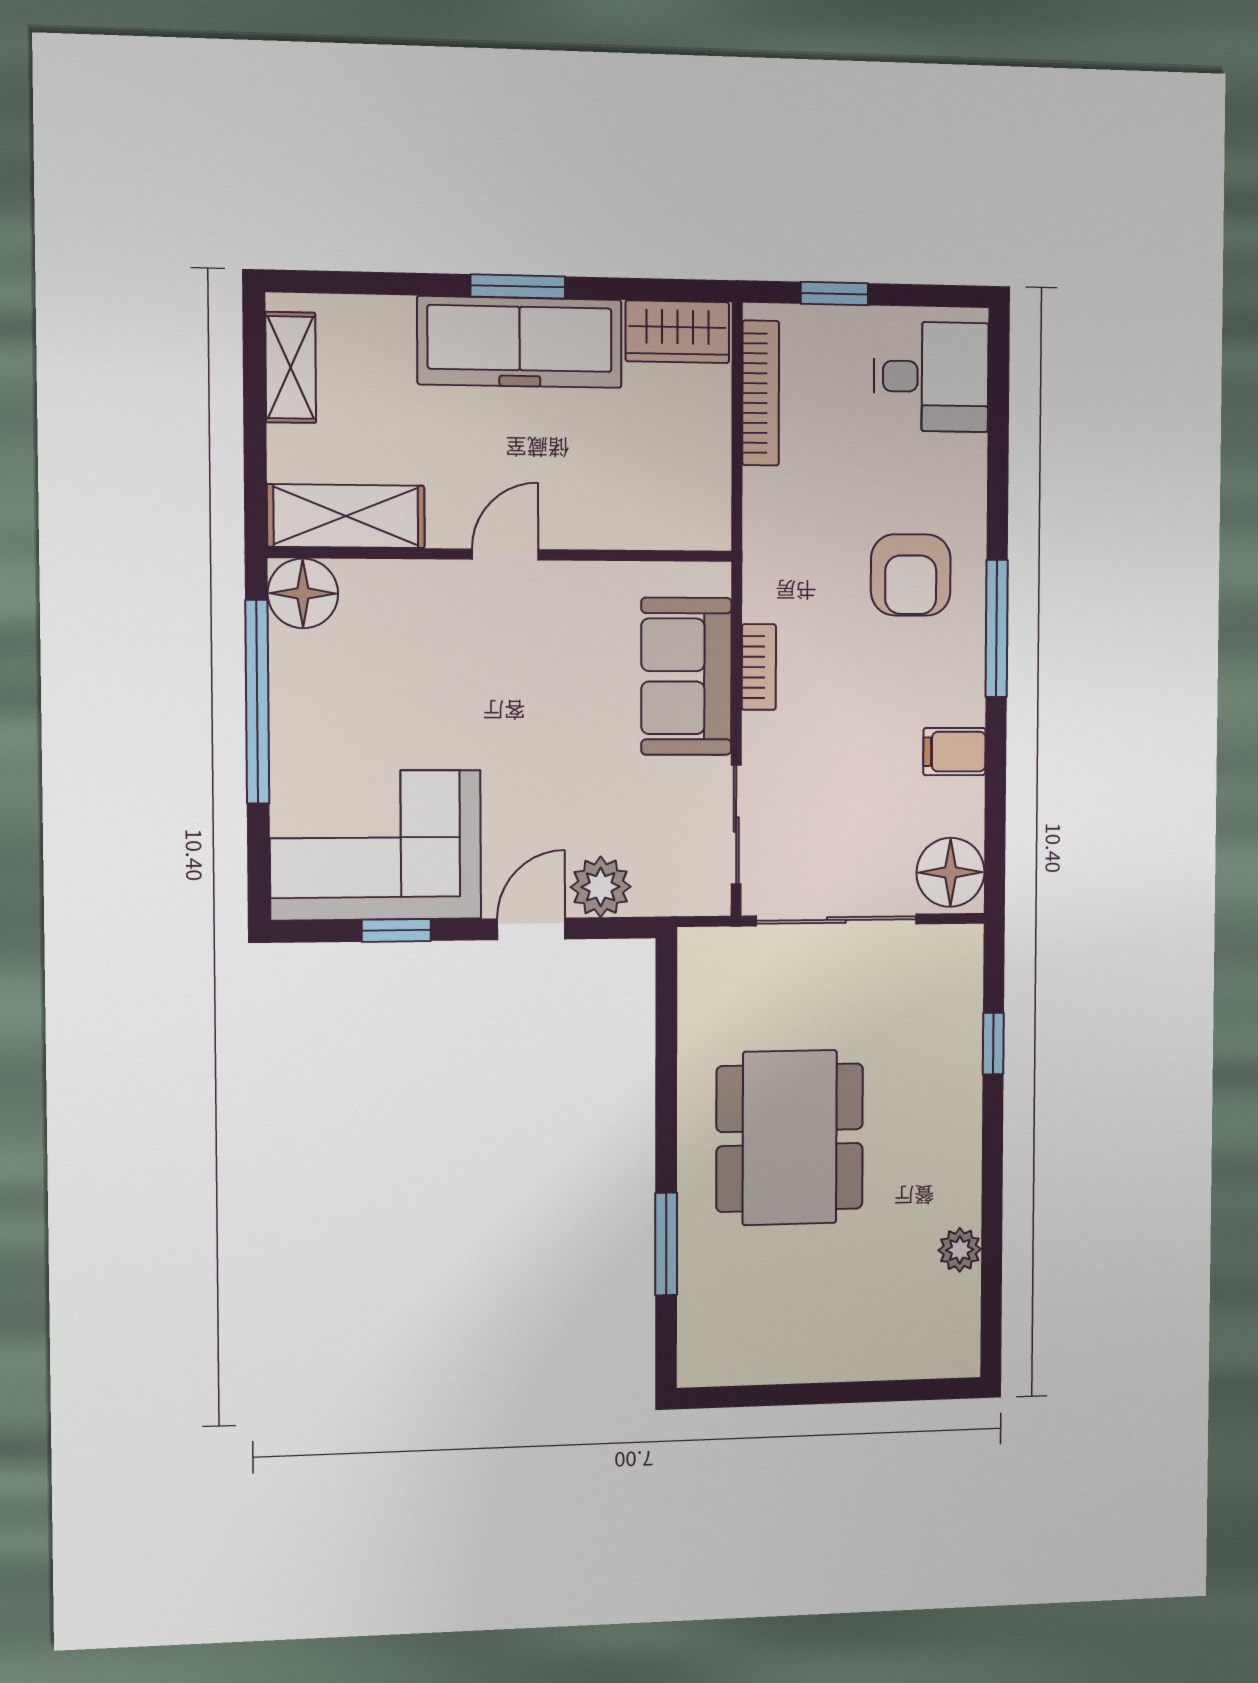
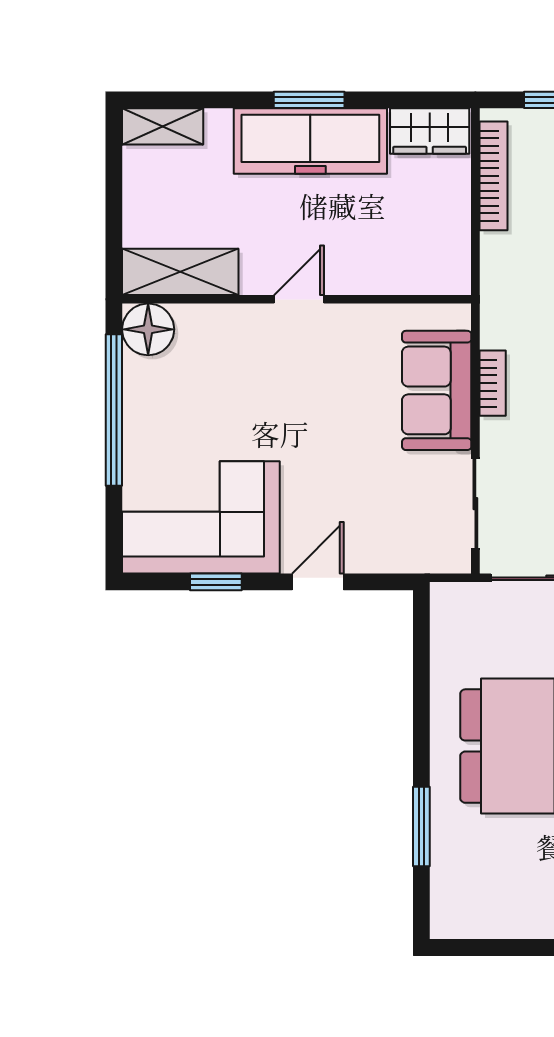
shelving: (291, 367) -> (163, 126), moved, turned 90
plant: (601, 887) -> (371, 550), removed

